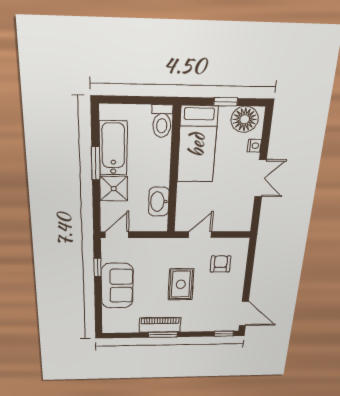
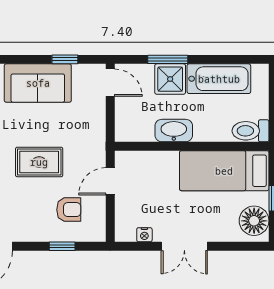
nightstand: (254, 146) -> (144, 235), moved
window: (96, 163) -> (168, 59), moved
washbasin: (159, 202) -> (174, 131), moved
door: (200, 235) -> (110, 181), swing flipped
window: (249, 268) -> (62, 246), added

